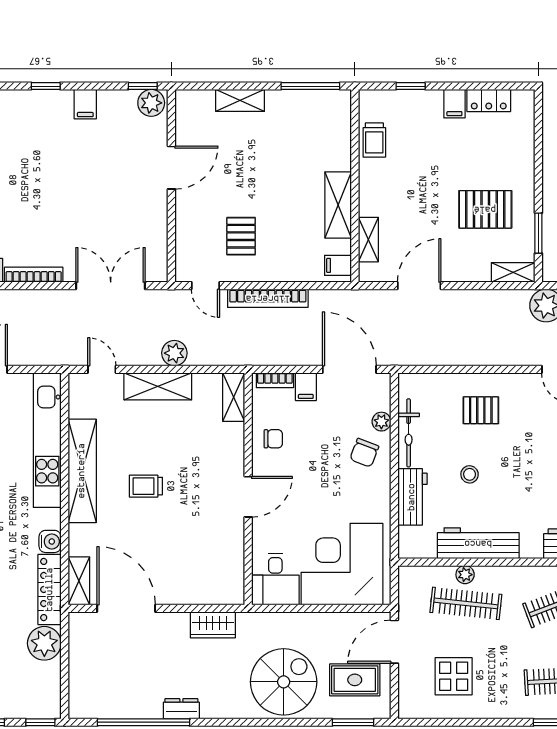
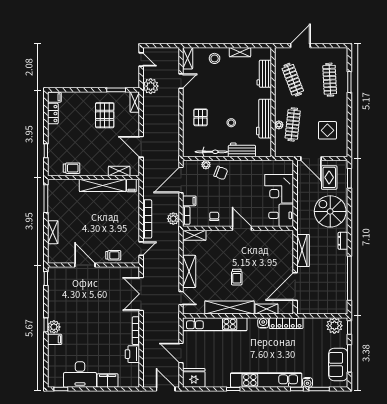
plant: (151, 103) -> (54, 327), moved
filing cabinet: (85, 104) -> (55, 339), moved
filing cabinet: (454, 104) -> (54, 97), moved
shelving: (338, 205) -> (103, 185), width x1.47
trolley: (192, 227) -> (113, 255), added
pallet: (241, 236) -> (117, 232), removed
plant: (174, 353) -> (173, 219), moved
door: (102, 369) -> (181, 298), swing flipped
corner desk: (342, 564) -> (279, 189), width x0.74, depth x0.74
shelving: (79, 581) -> (267, 309), moved
wardrobe: (213, 625) -> (303, 251), width x1.50
plant: (44, 643) -> (334, 326), moved
dresser: (181, 709) -> (343, 241), moved

